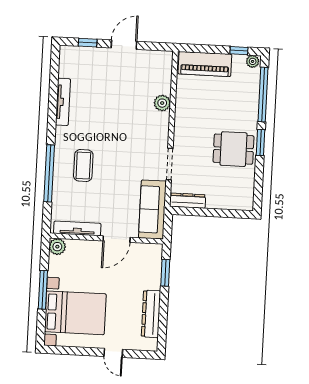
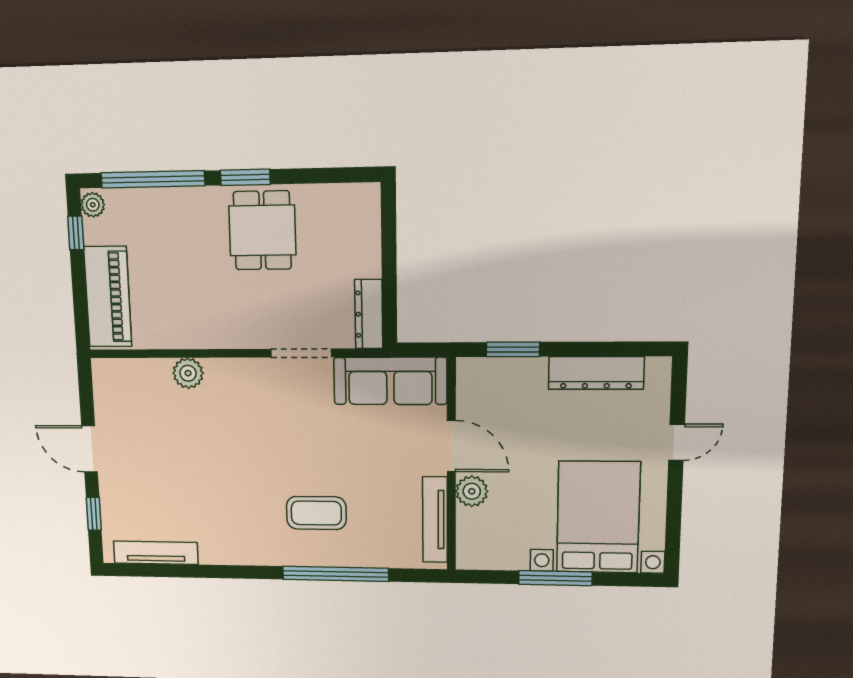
tv unit: (63, 102) -> (156, 553), moved
plant: (57, 247) -> (472, 491), moved

